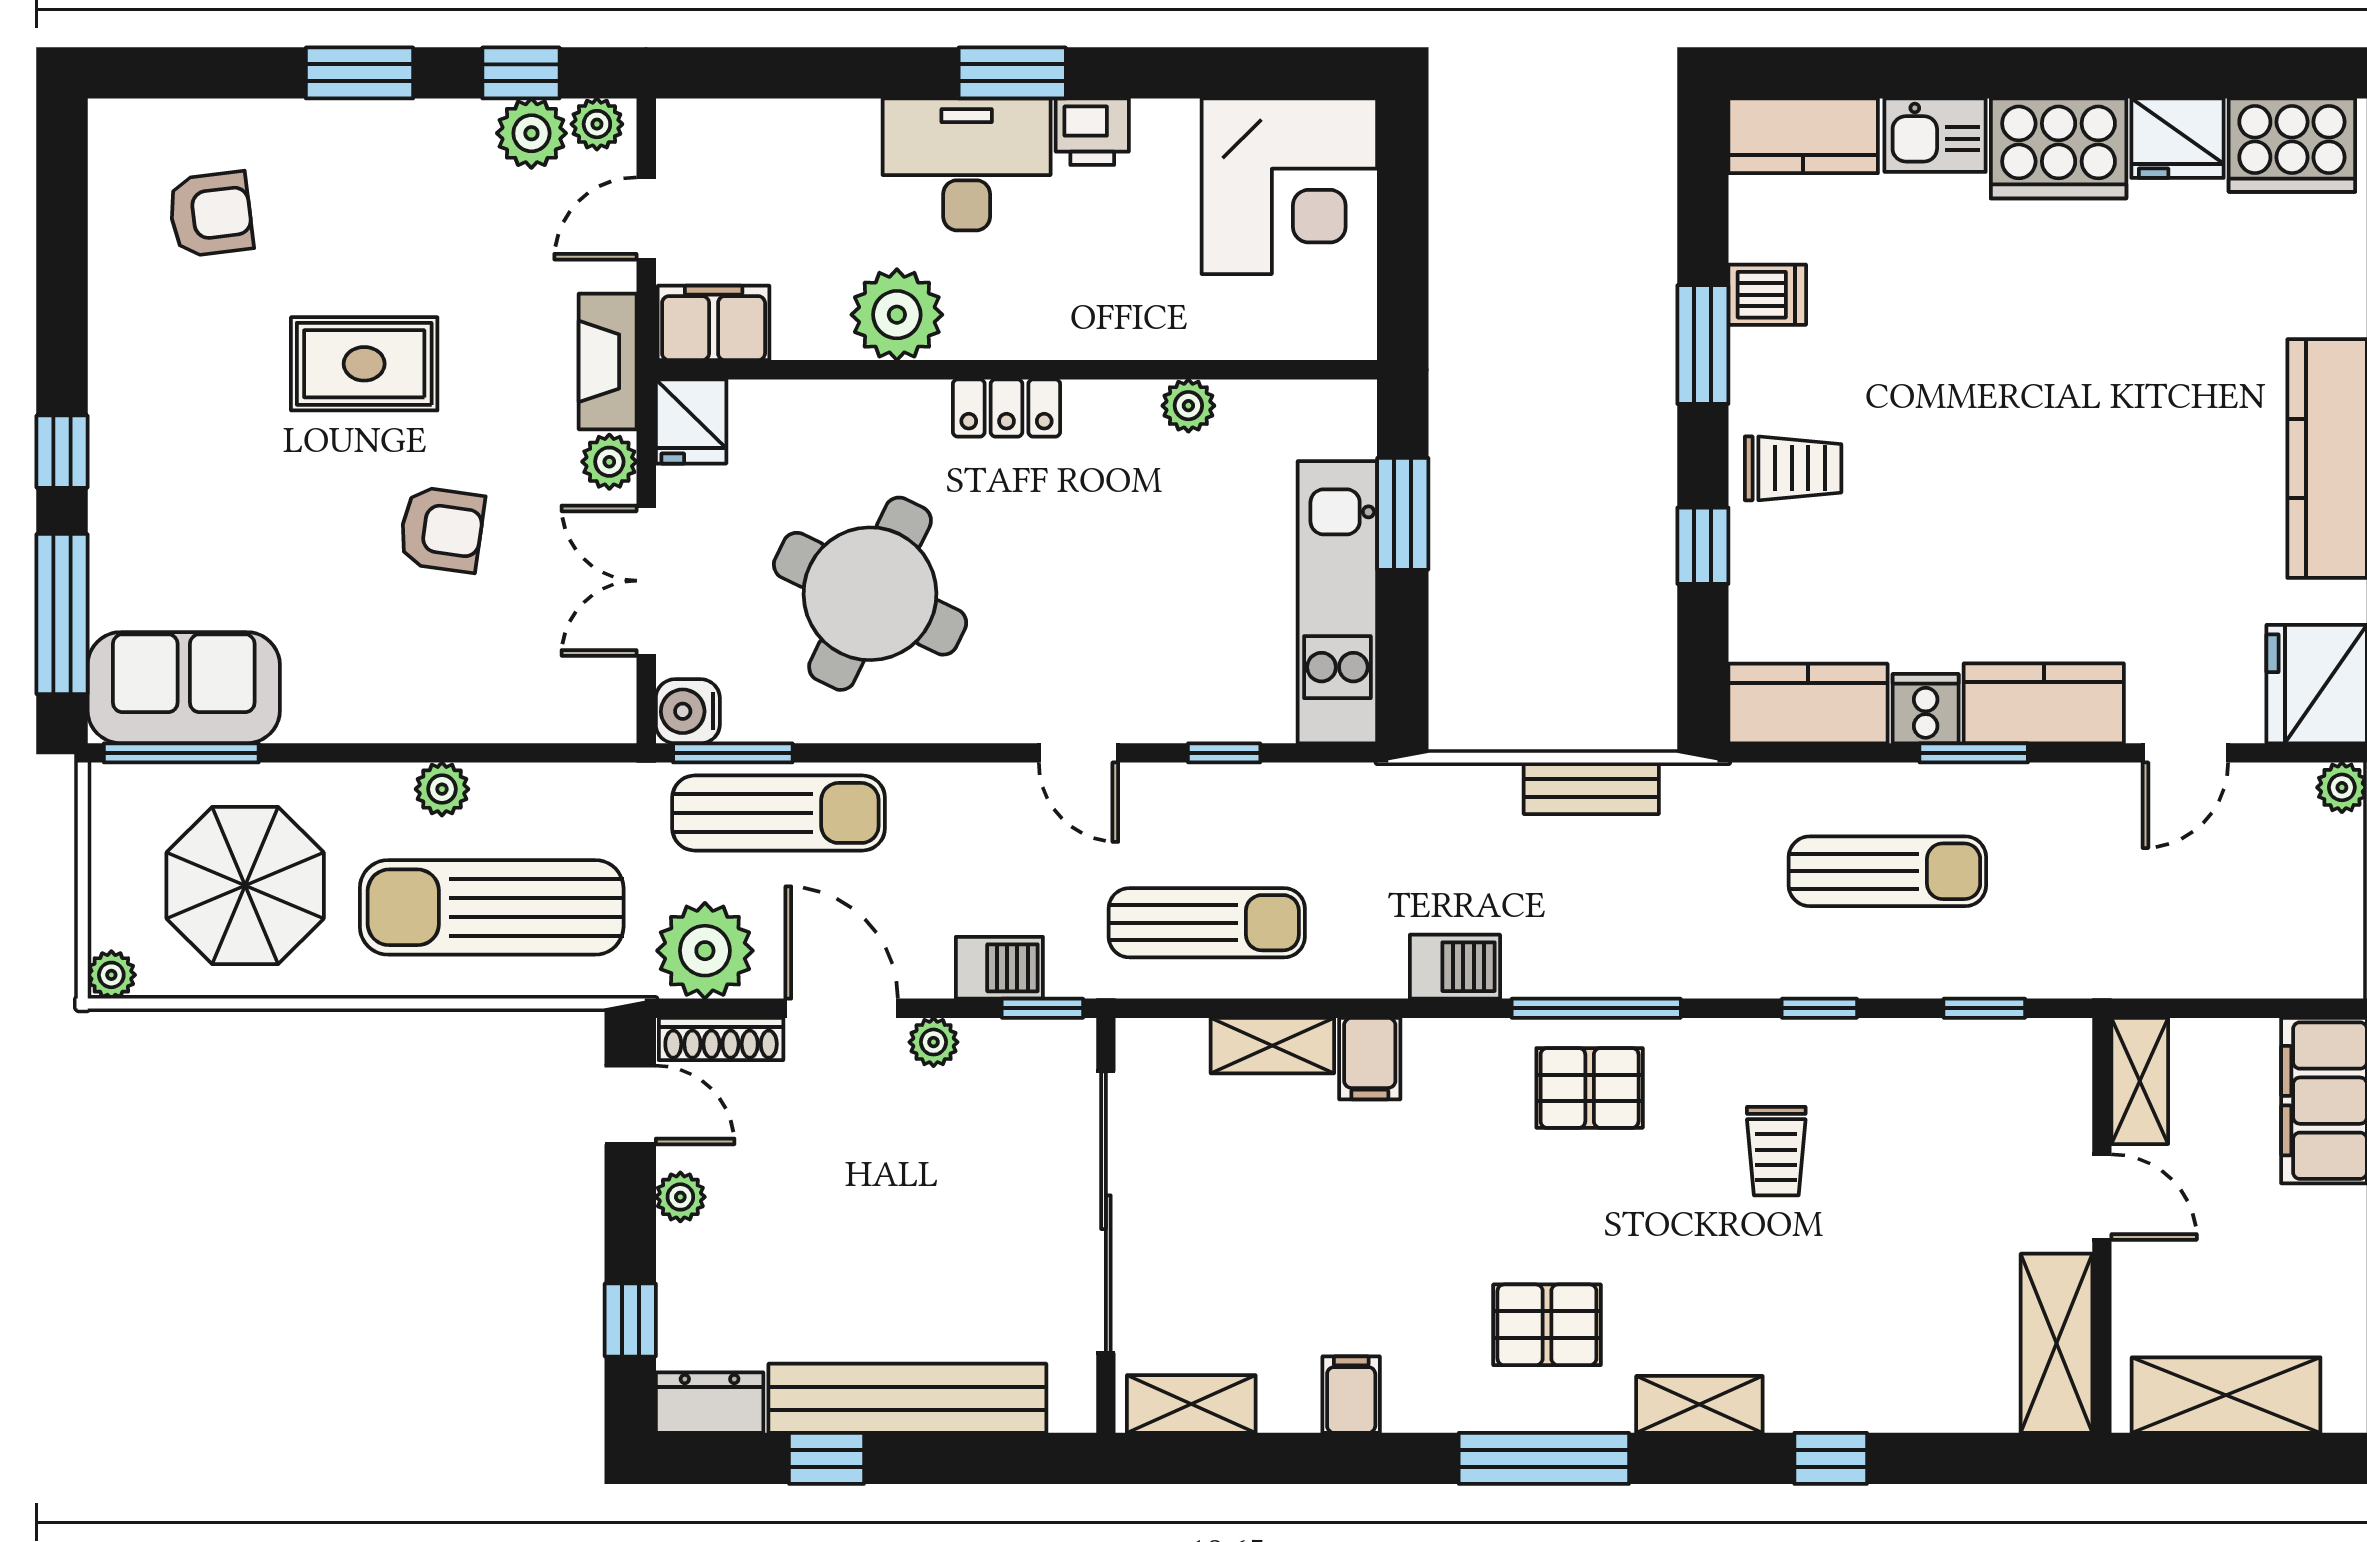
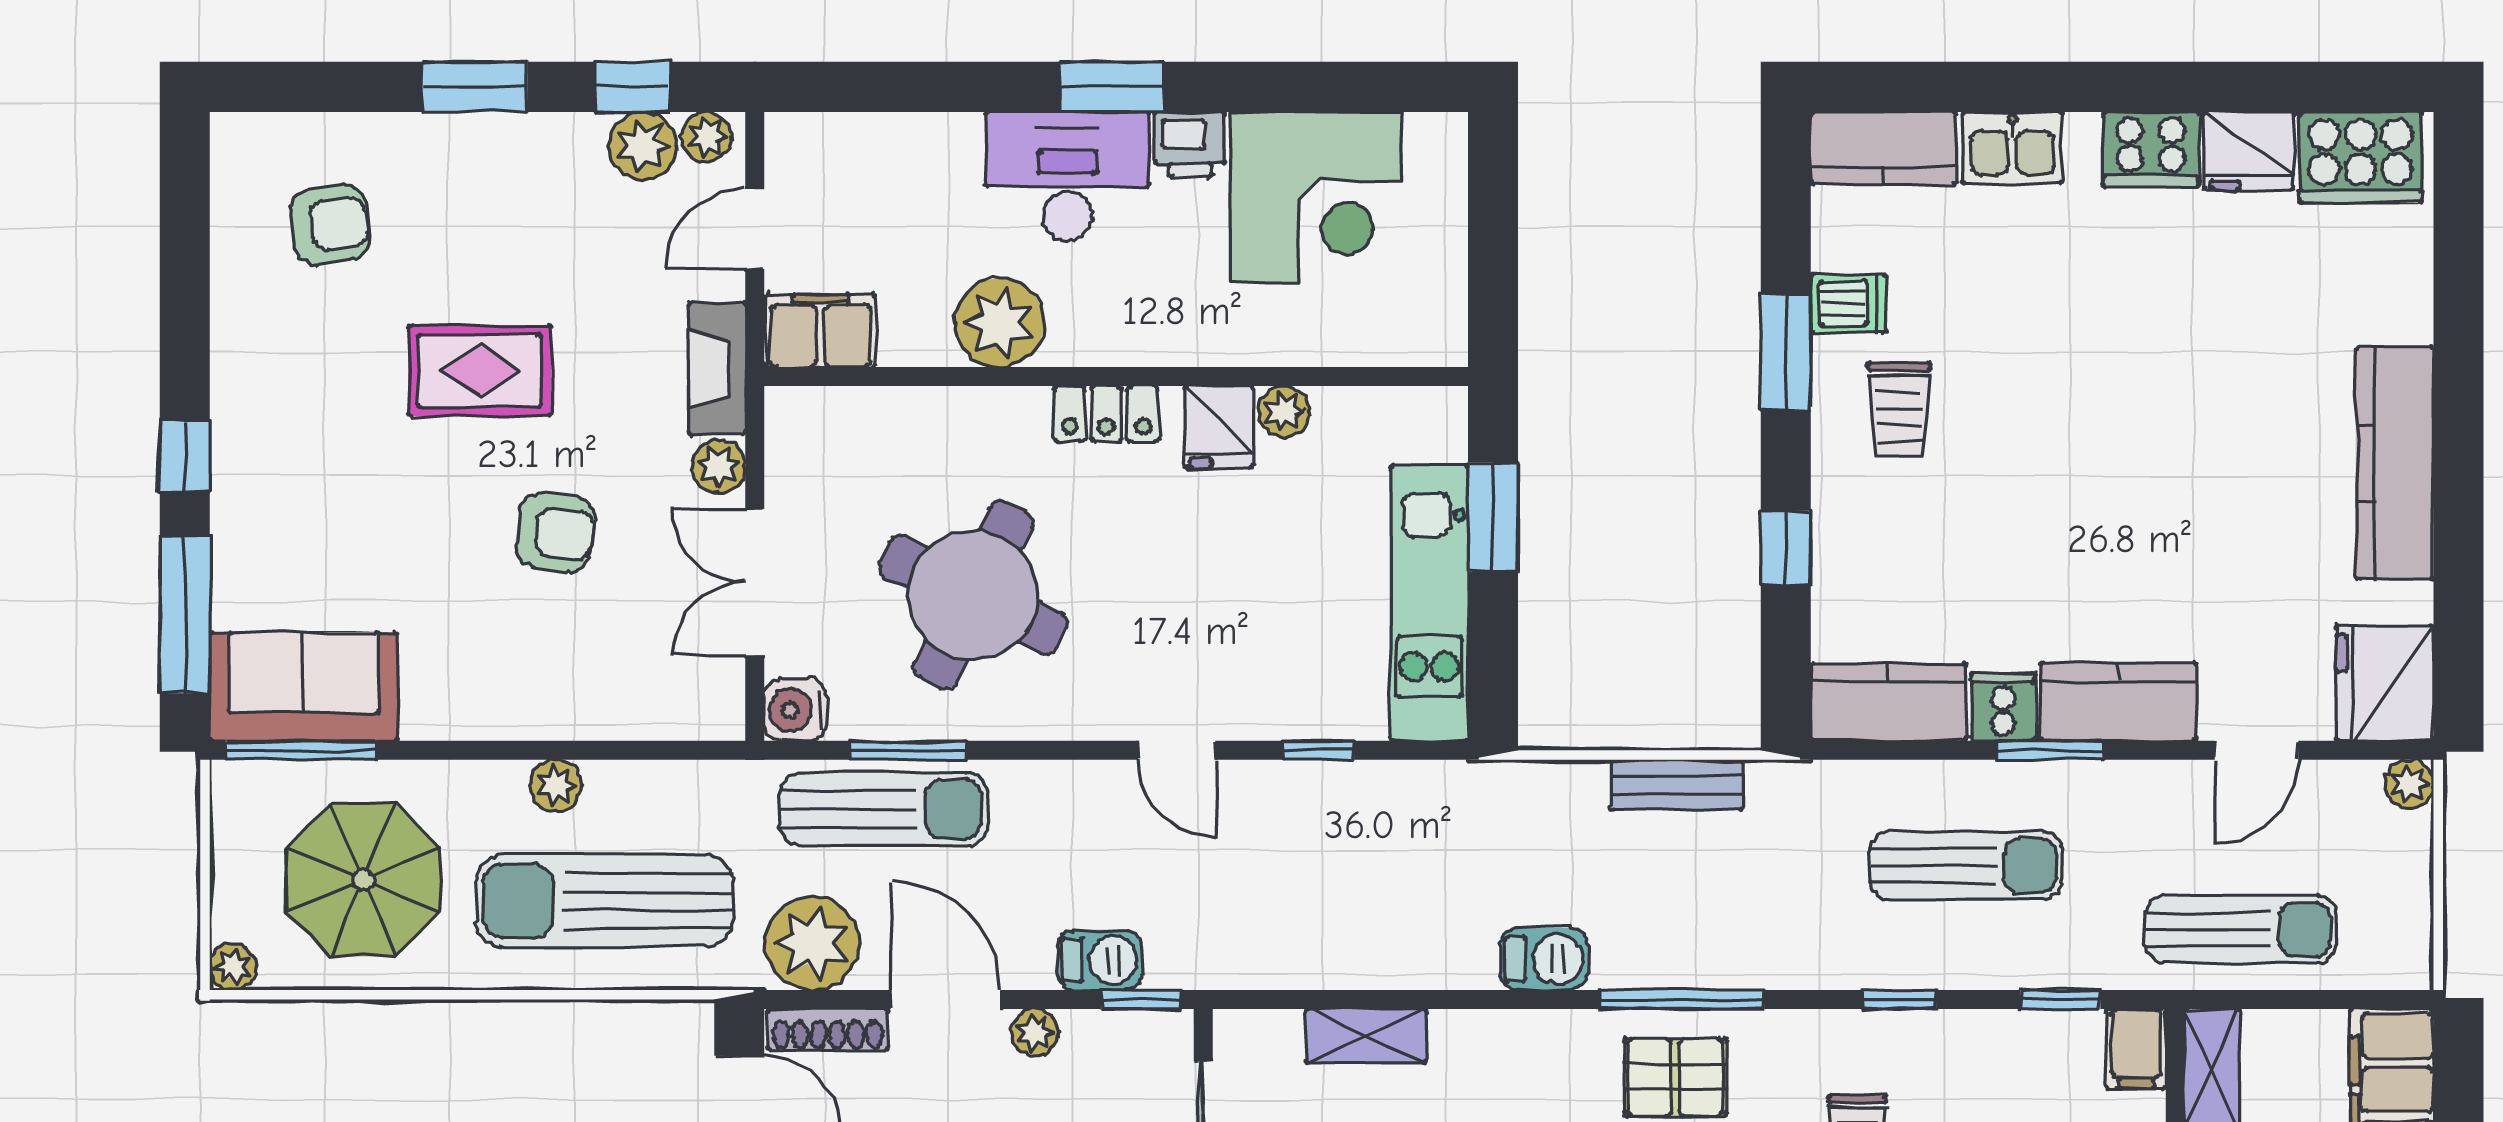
cooker: (2059, 148) -> (2151, 149), width x0.73, depth x0.76
corner desk: (1289, 186) -> (1316, 197), moved
fridge: (691, 421) -> (1219, 427), moved
trolley: (1793, 468) -> (1899, 410), moved, turned 90
window: (733, 753) -> (908, 750), moved
sun lounger: (1207, 923) -> (2241, 929), moved
filing cabinet: (1370, 1059) -> (2136, 1049), moved

